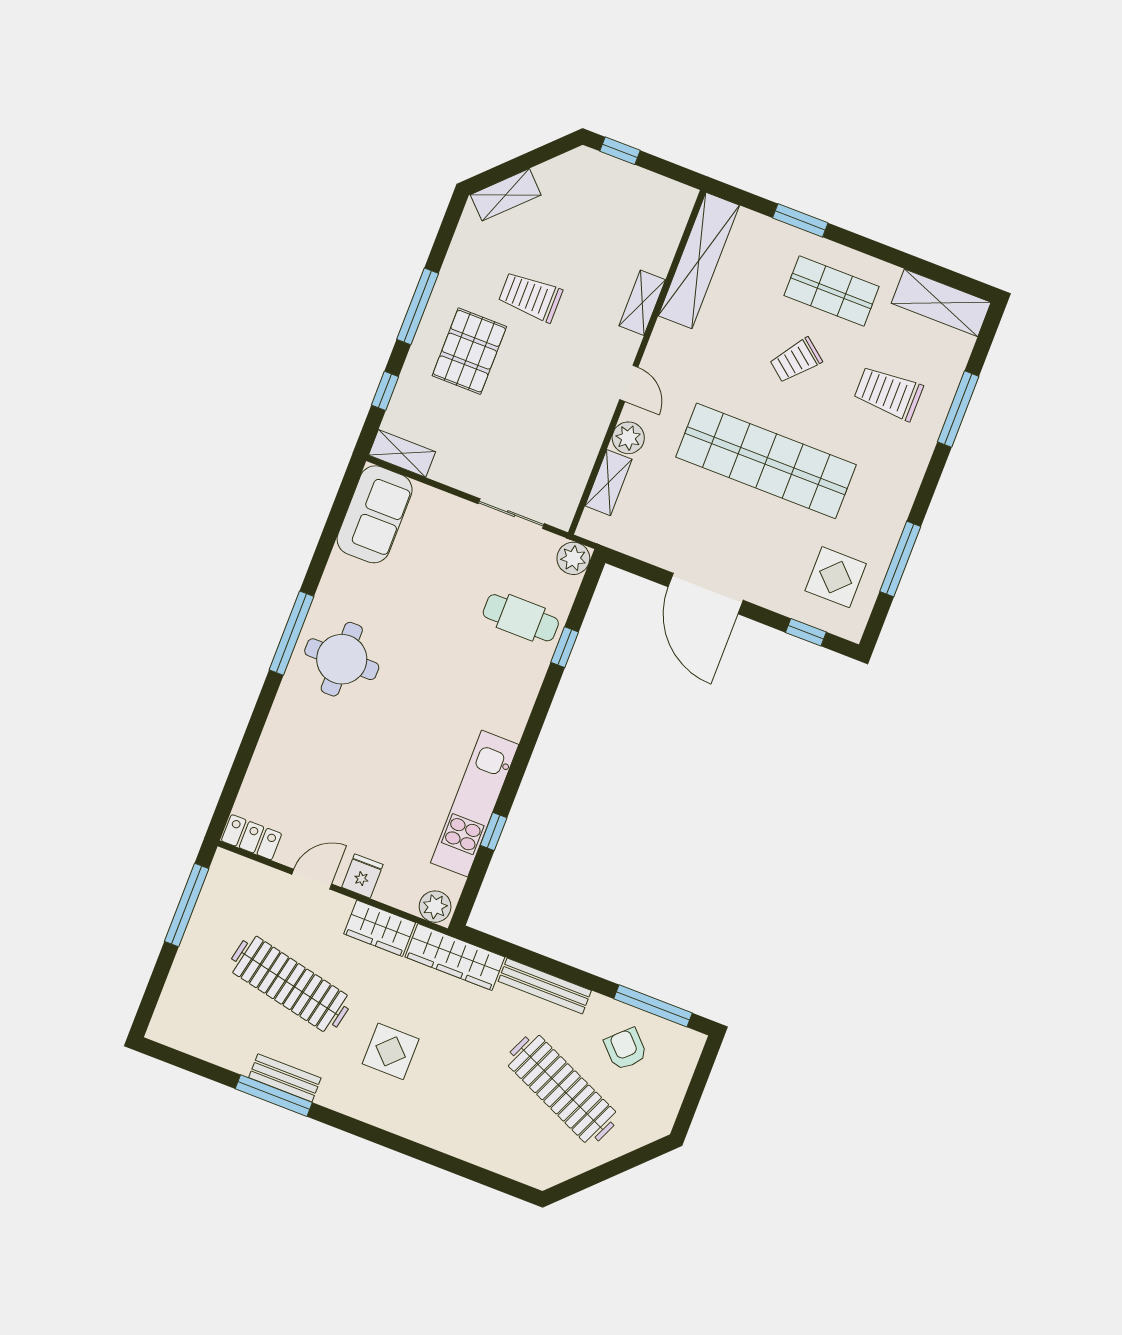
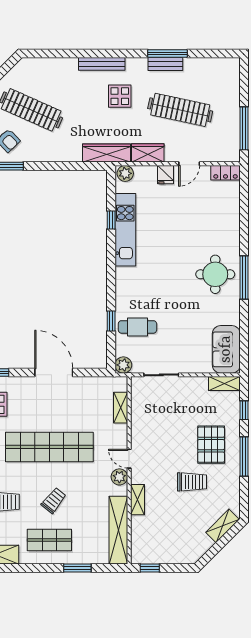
window: (620, 151) -> (150, 568), moved
plant: (628, 438) -> (119, 477), moved
bench: (545, 986) -> (102, 64), moved

